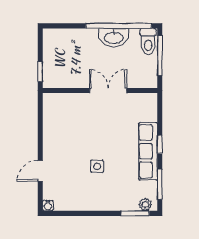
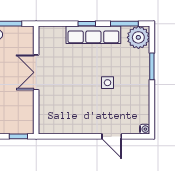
plant: (145, 205) -> (138, 37), width x1.88, depth x1.88
window: (135, 213) -> (152, 66), moved

